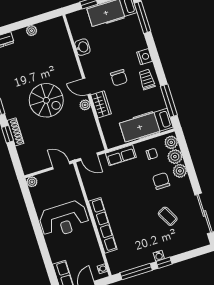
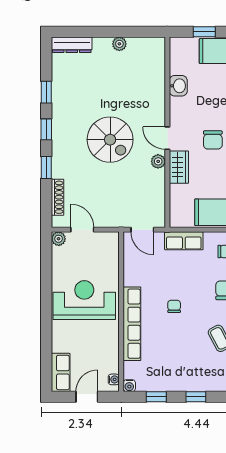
shoe rack: (16, 132) -> (58, 197), moved
door: (61, 165) -> (82, 230), moved
chair: (129, 204) -> (174, 306), added
reception desk: (64, 219) -> (84, 300), turned 180
water cooler: (159, 256) -> (129, 386), moved
window: (136, 272) -> (156, 397), width x0.46

